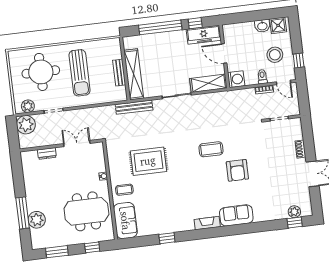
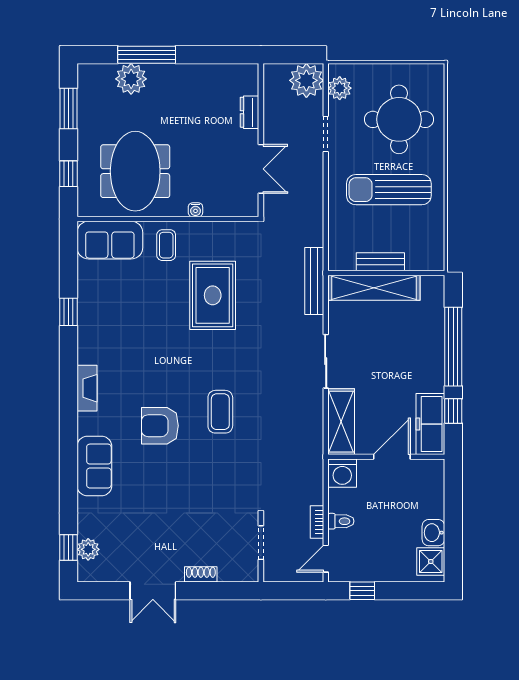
stool: (275, 55) -> (378, 549), removed
armchair: (237, 170) -> (160, 426), moved
sofa: (236, 215) -> (94, 466), moved

